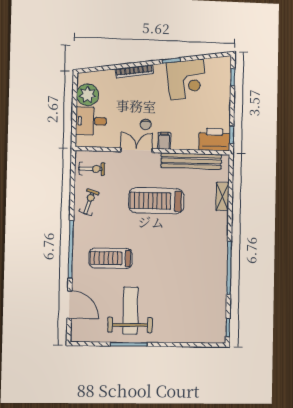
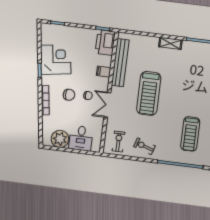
chair: (144, 101) -> (69, 95), added
filing cabinet: (164, 141) -> (104, 72), moved
shelving: (222, 196) -> (170, 43), moved

